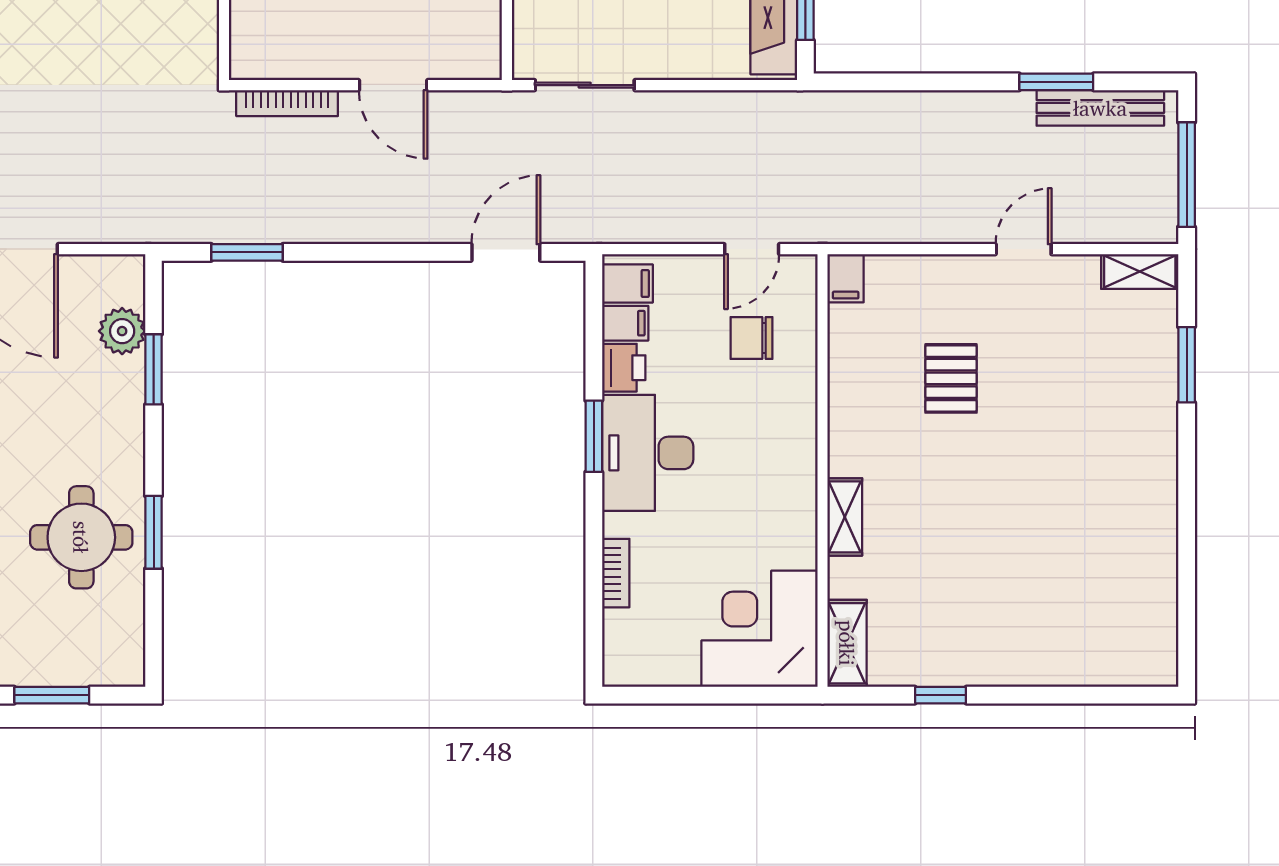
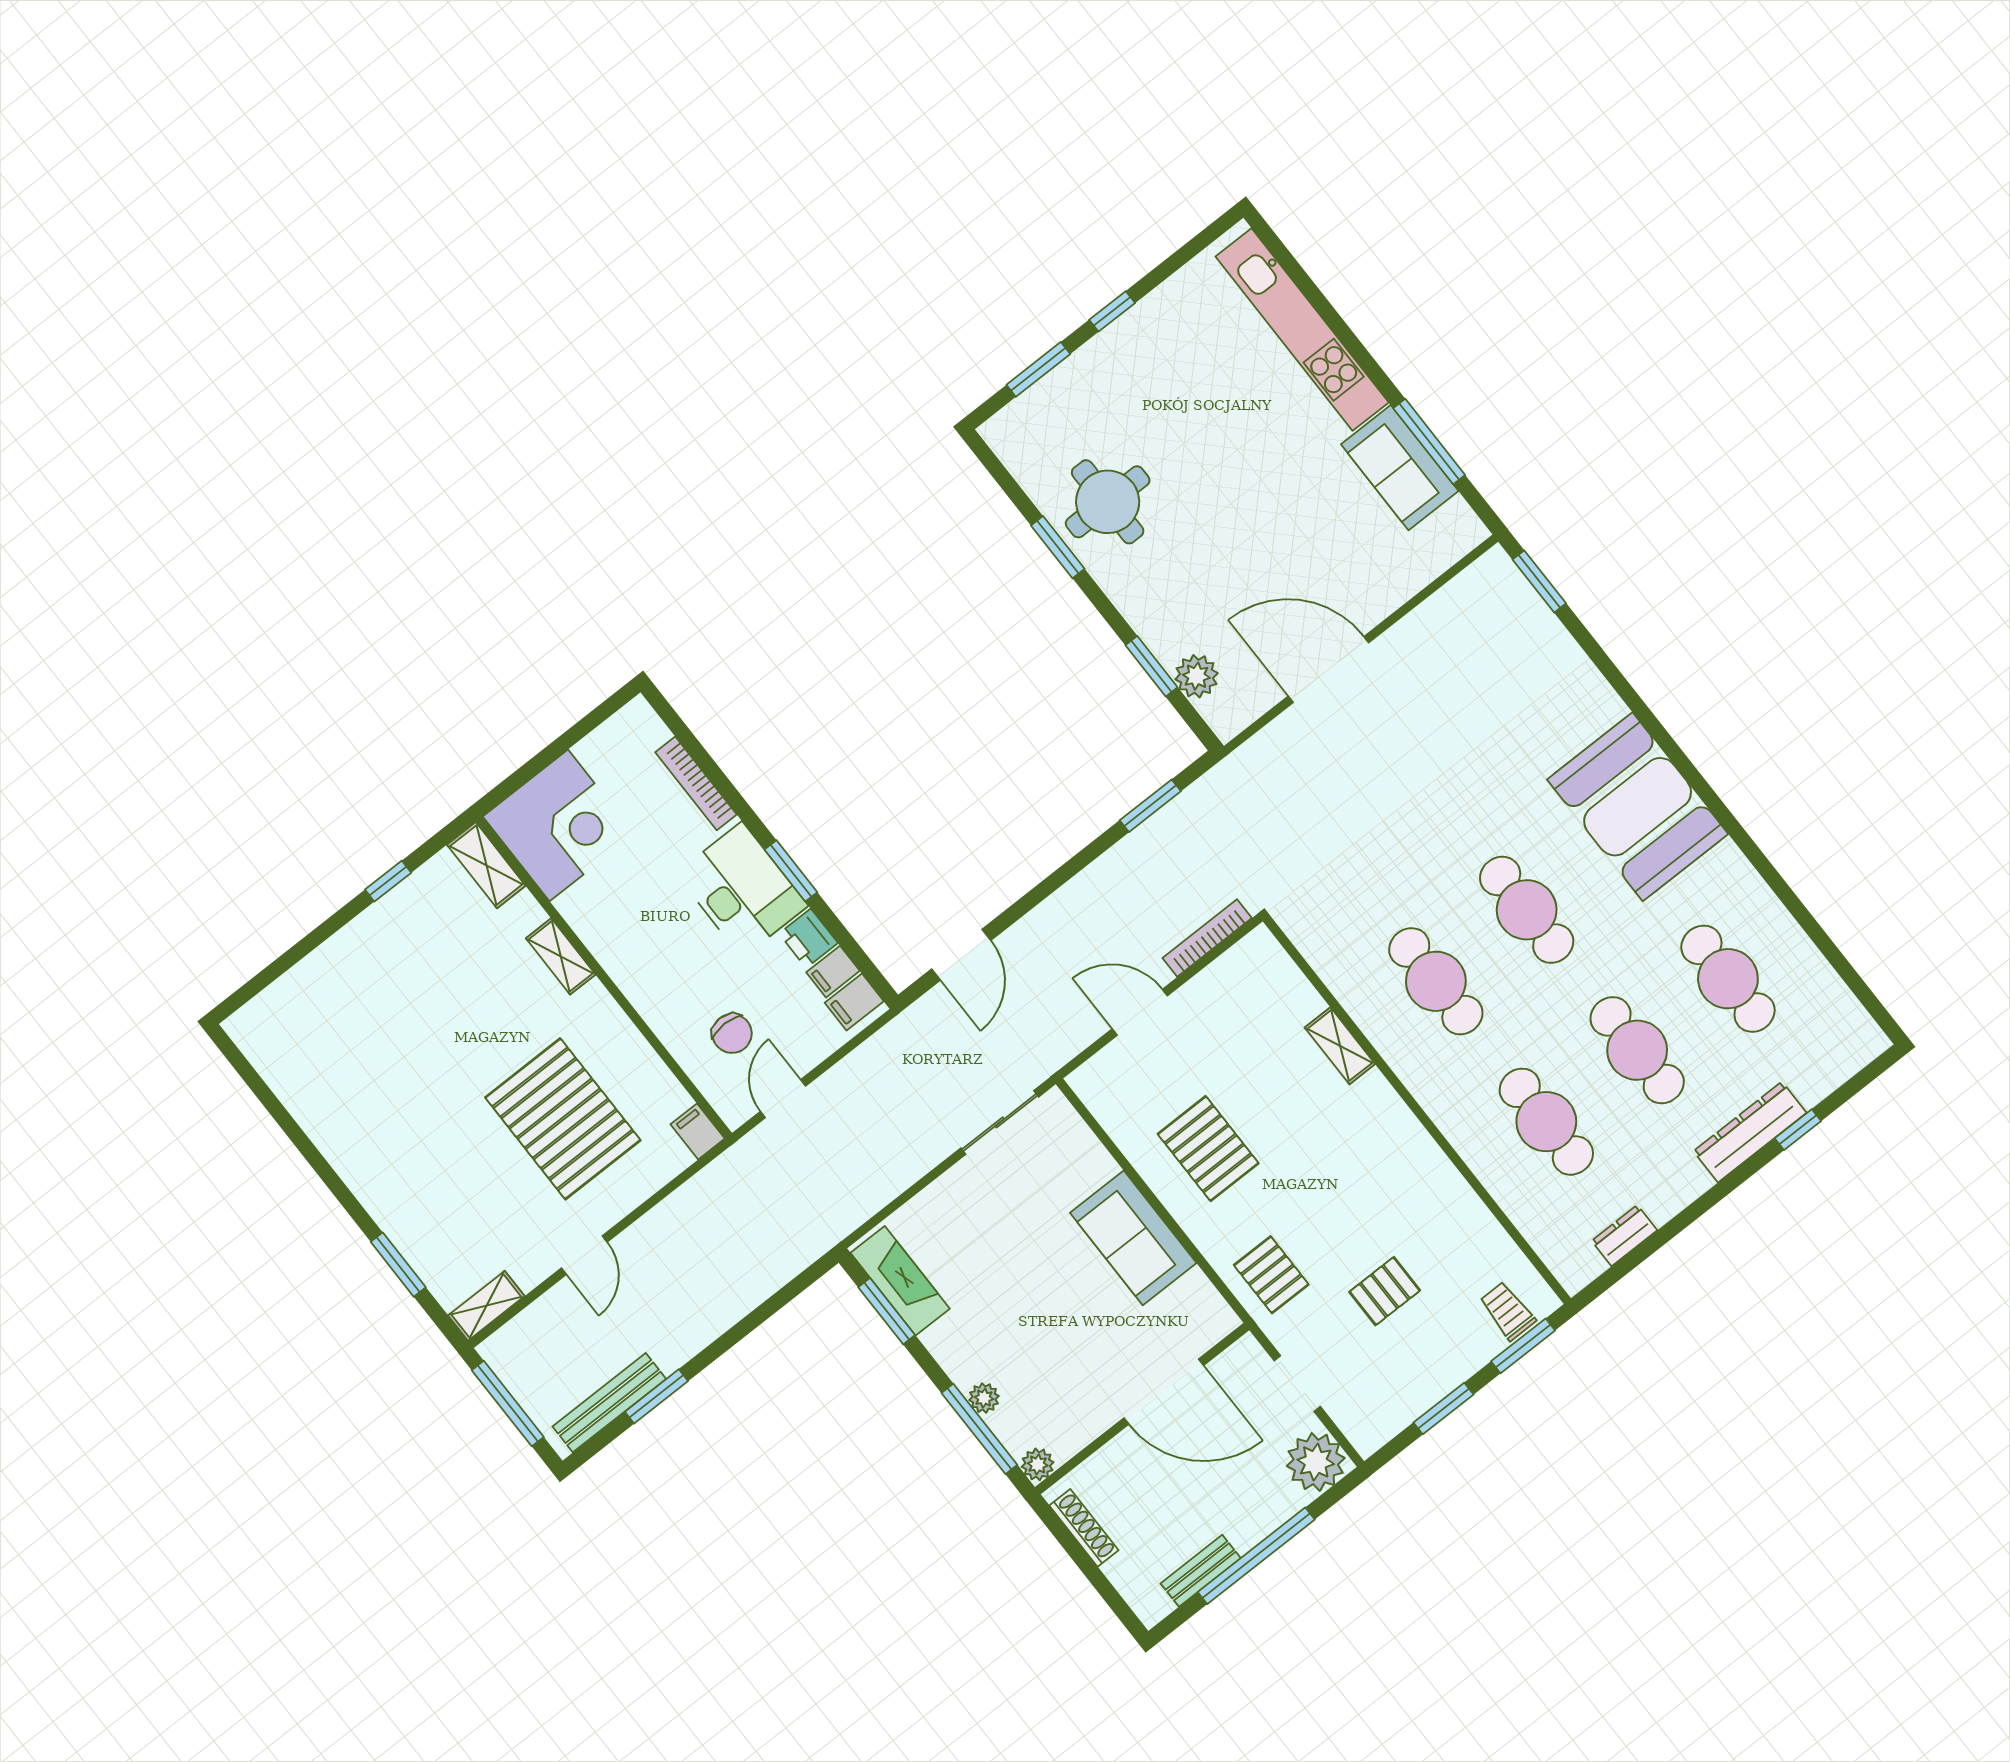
chair: (751, 338) -> (732, 1033), turned 90
pallet: (951, 378) -> (563, 1119), width x2.05, depth x2.00
bookcase: (616, 573) -> (696, 783), width x1.56

